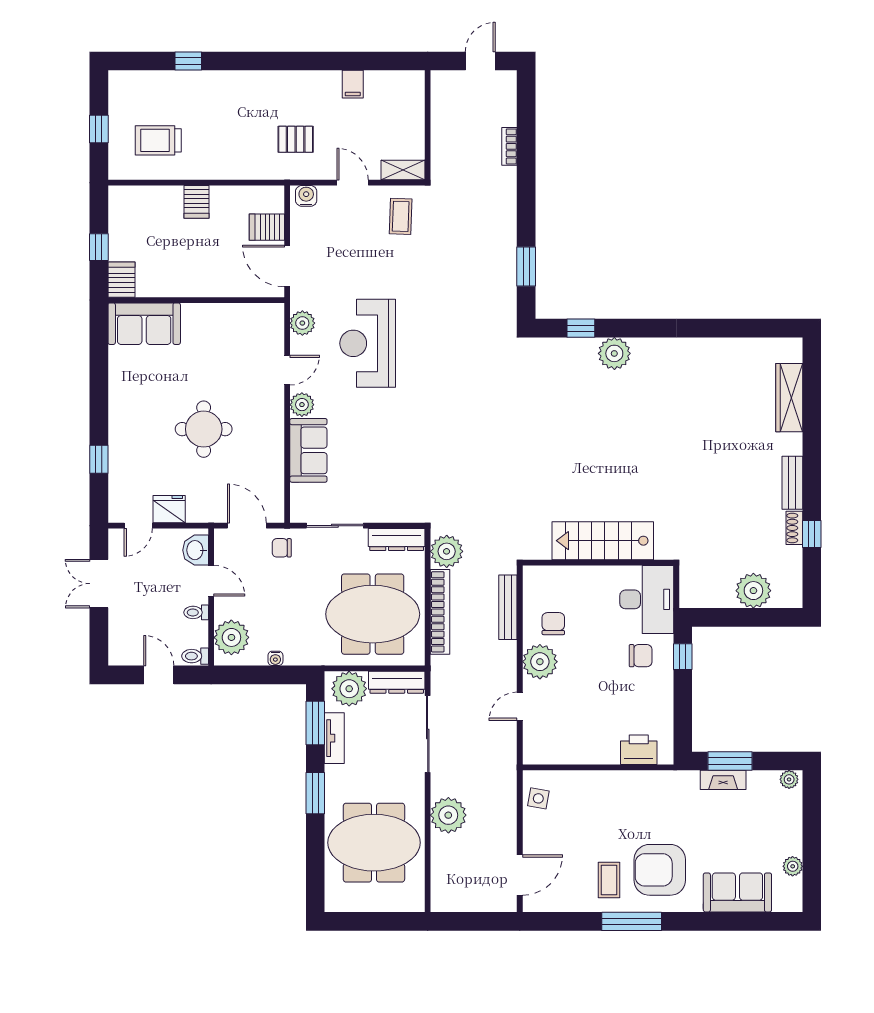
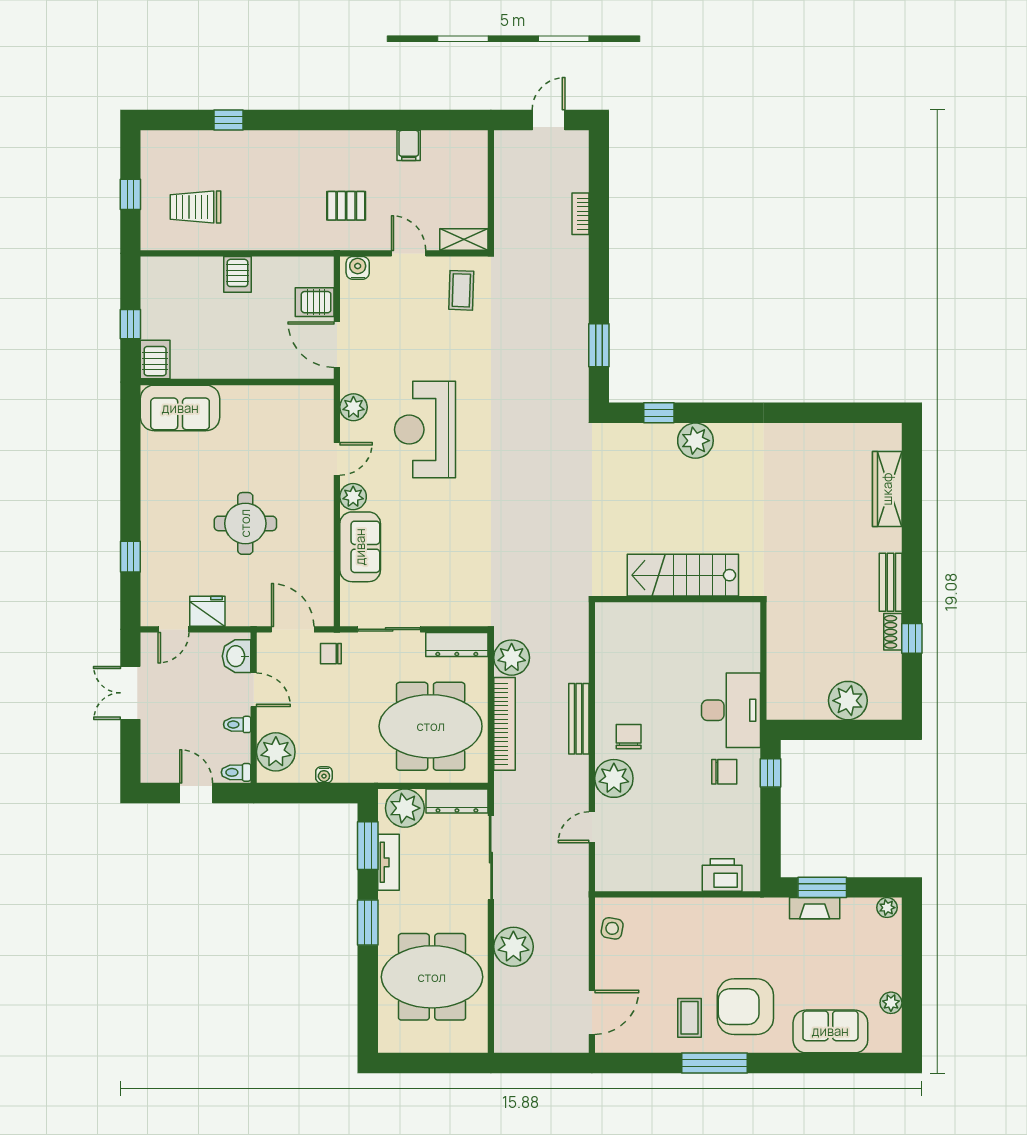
stairs: (603, 541) -> (683, 575), moved
wall: (598, 563) -> (678, 599), moved

